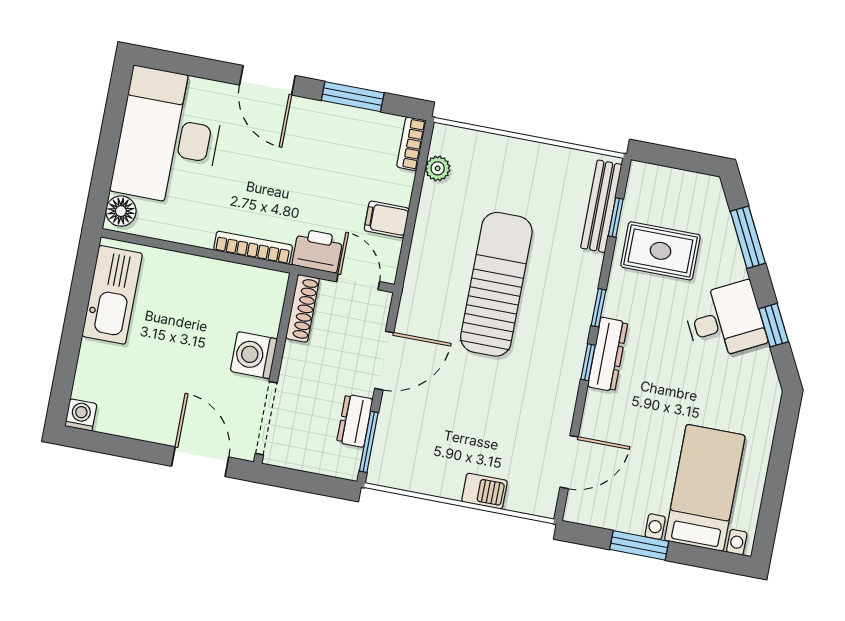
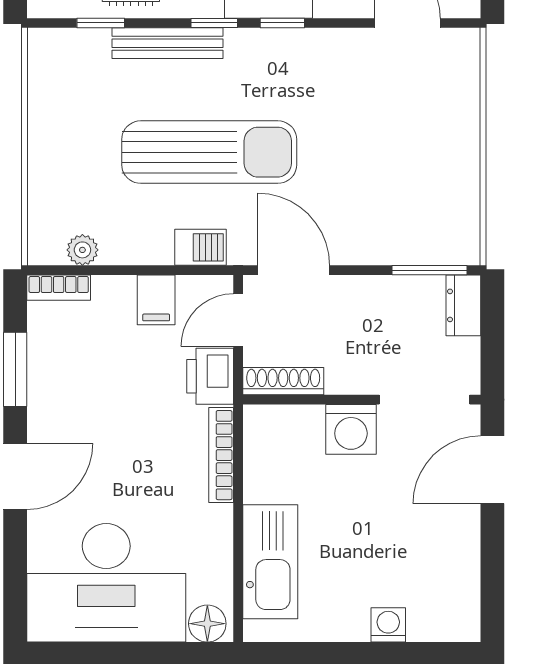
bench: (601, 206) -> (167, 43), moved
sun lounger: (496, 284) -> (209, 152), turned 180
kitchen sink: (112, 295) -> (270, 562), moved, turned 90
door: (384, 361) -> (294, 270), moved
washing machine: (81, 415) -> (388, 625), moved, turned 90
dresser: (355, 421) -> (463, 305), moved, turned 90
barbecue: (485, 491) -> (200, 247), moved, turned 90

